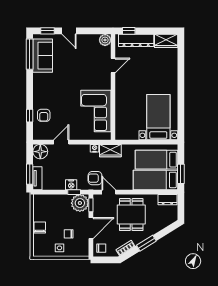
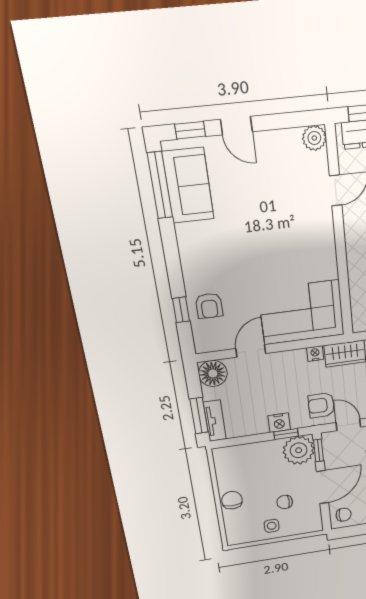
corner sofa: (96, 111) -> (302, 312), moved, turned 90

